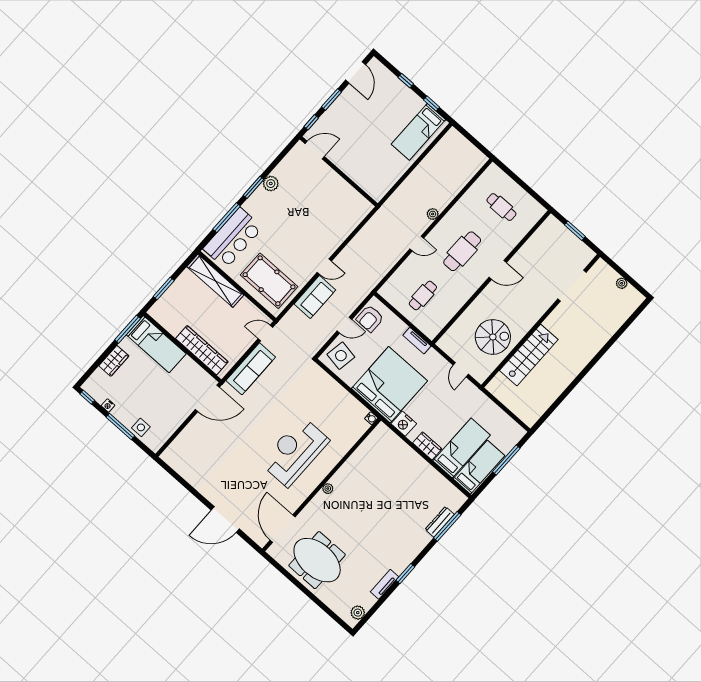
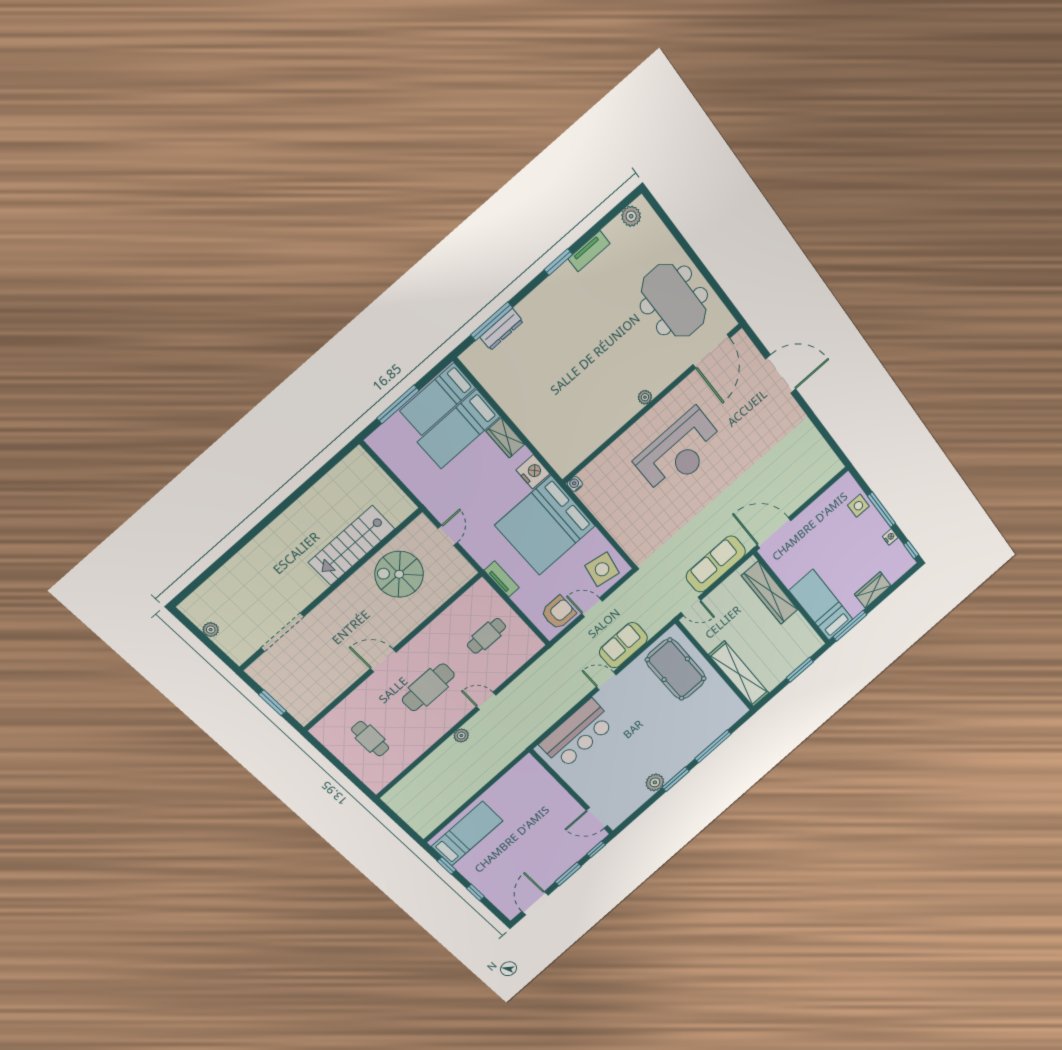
bar counter: (233, 238) -> (577, 734), moved, turned 180

